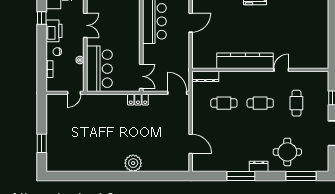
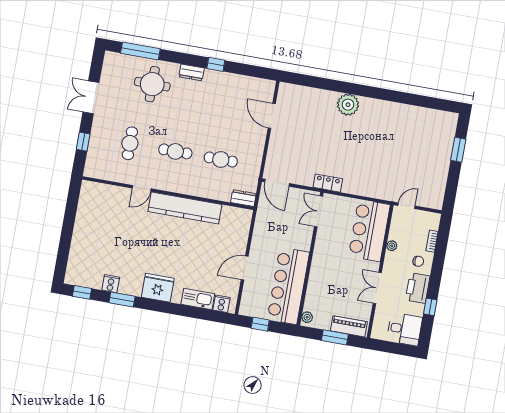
dresser: (205, 76) -> (243, 198), width x0.70
window: (241, 176) -> (216, 64), width x0.46

